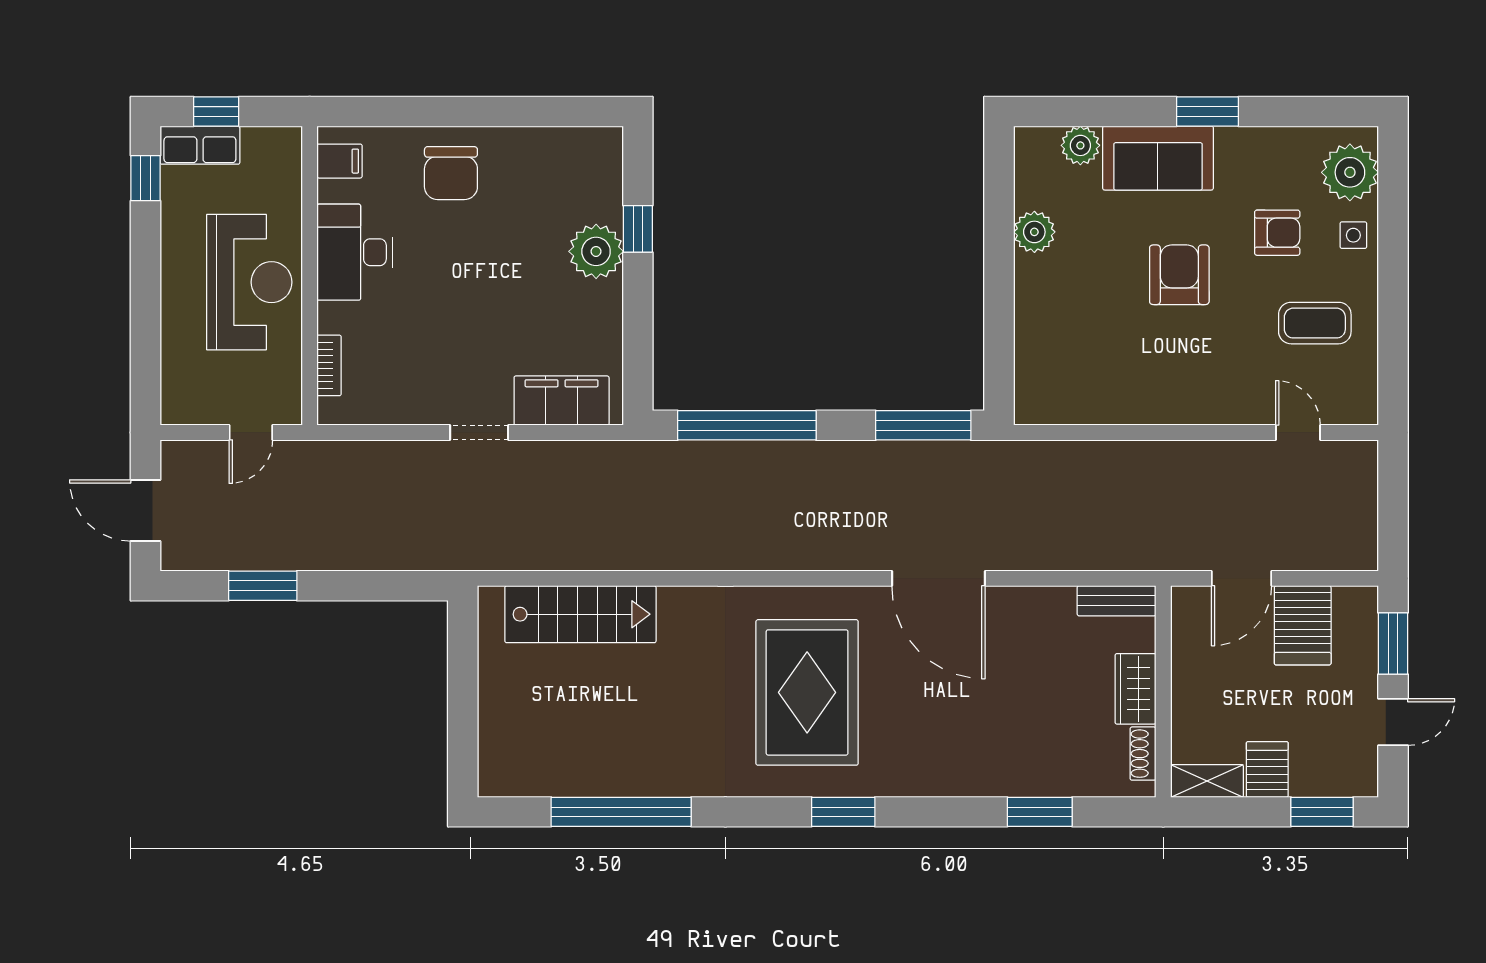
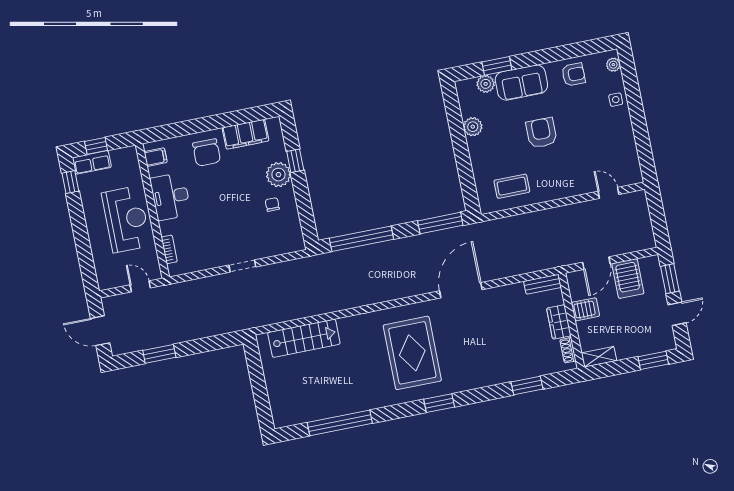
window: (1208, 111) -> (497, 66), moved
plant: (1350, 172) -> (613, 65), width x0.53, depth x0.53
armchair: (1277, 233) -> (573, 75), moved
chair: (570, 313) -> (272, 204), added
coffee table: (1315, 323) -> (512, 186), moved
filing cabinet: (562, 401) -> (245, 134), moved, turned 180
door: (251, 432) -> (140, 286), swing flipped
door: (938, 578) -> (461, 290), swing flipped
server rack: (1267, 769) -> (586, 309), moved, turned 90

